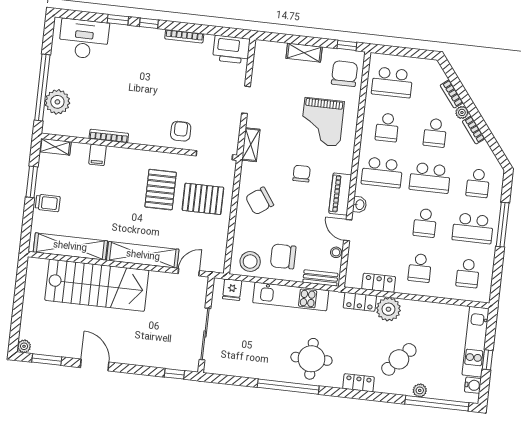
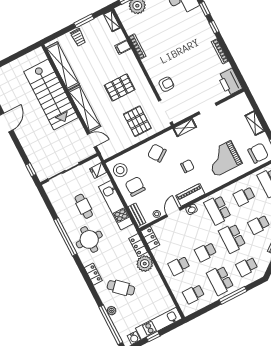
pallet: (161, 190) -> (120, 87), moved
locker: (379, 283) -> (150, 238), moved
cafe table: (265, 338) -> (84, 206), added

